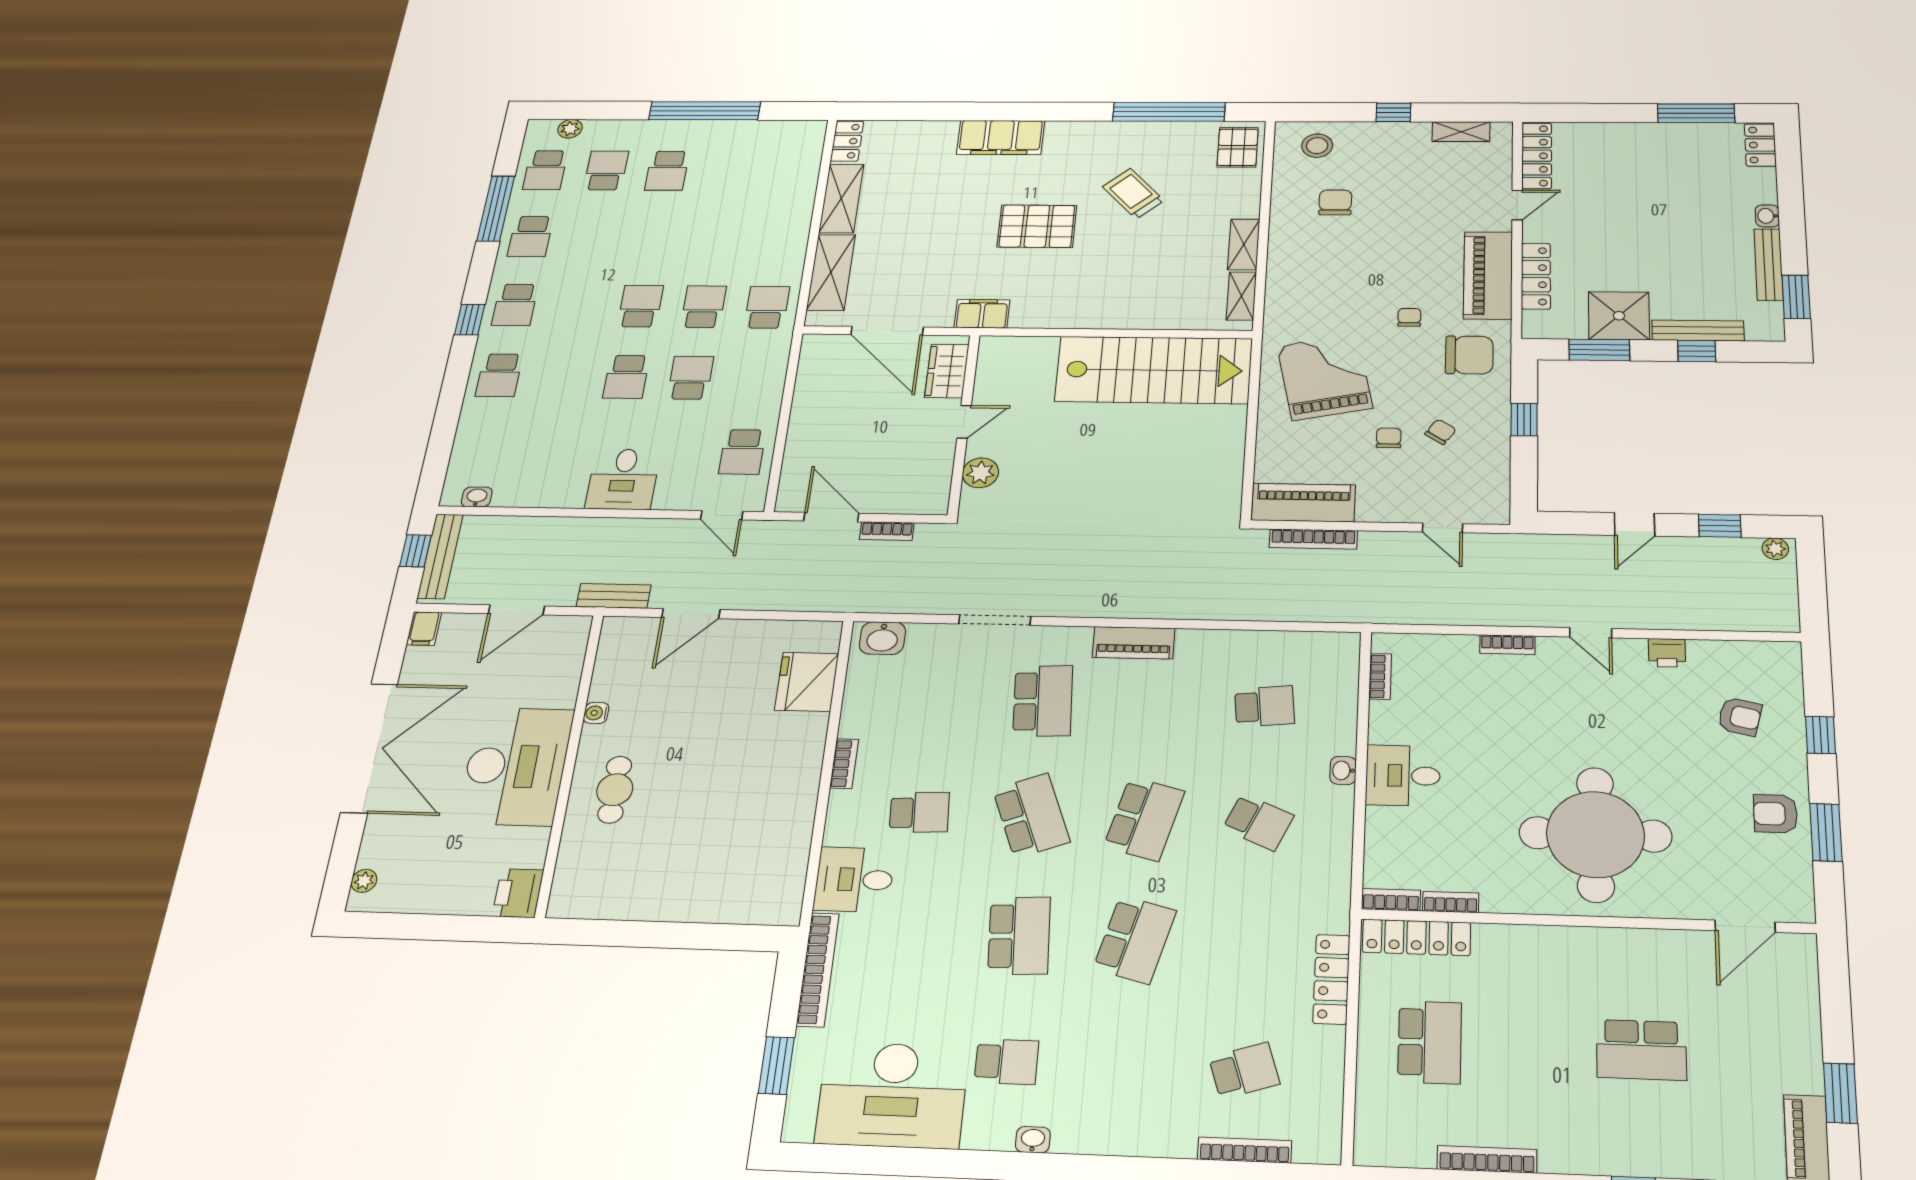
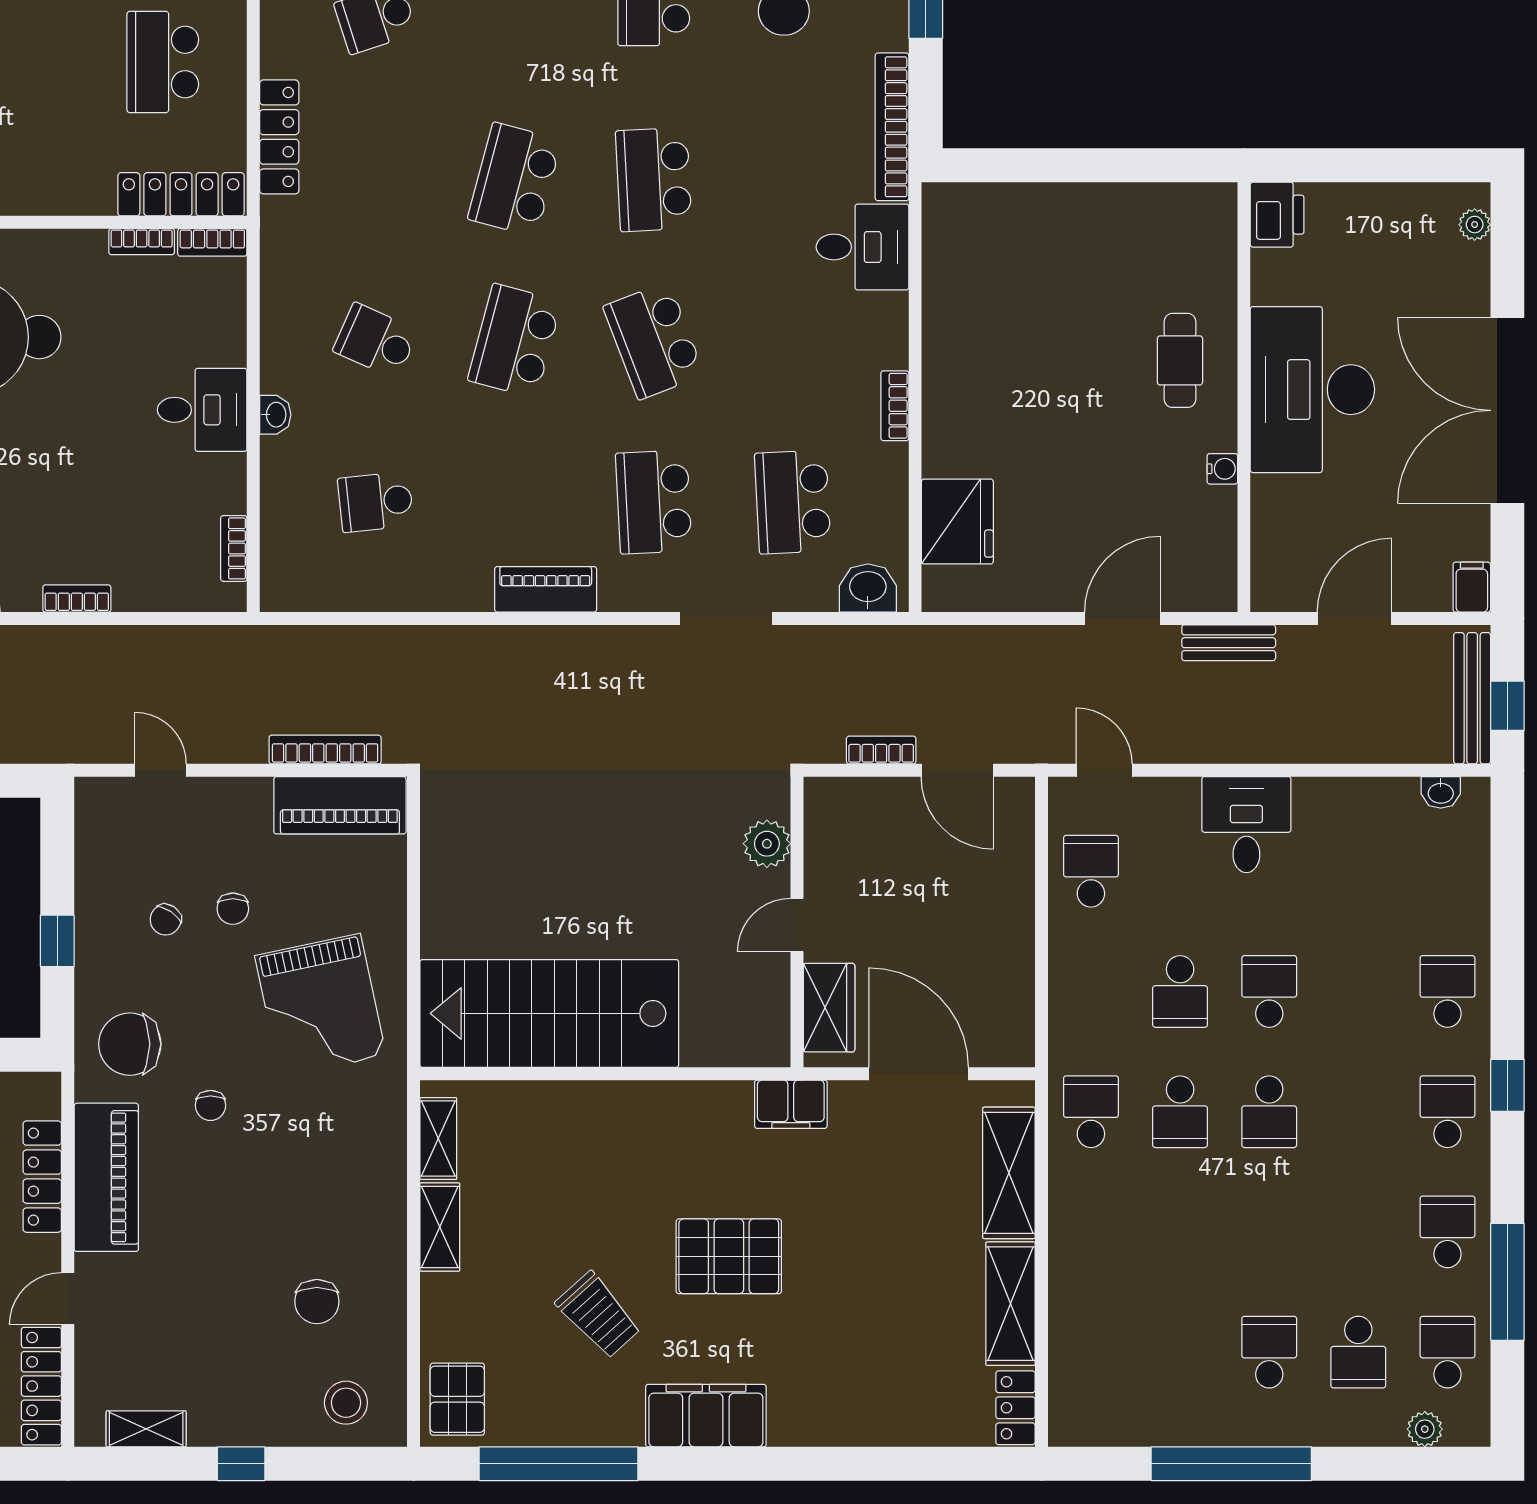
filing cabinet: (1001, 137) -> (706, 1416), moved
school desk: (767, 307) -> (1091, 1112), turned 180
school desk: (919, 812) -> (793, 502), moved, width x1.85

